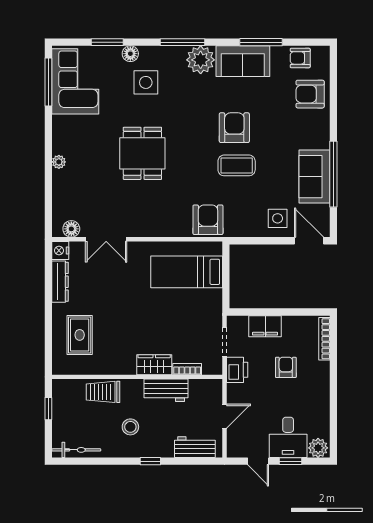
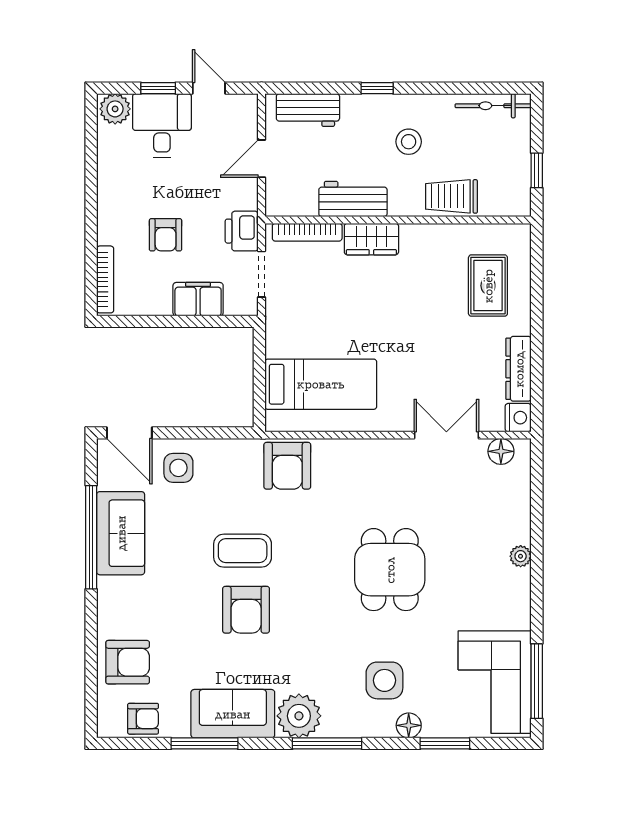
bookcase: (187, 369) -> (307, 232), width x1.56
trolley: (103, 392) -> (451, 196), turned 180

